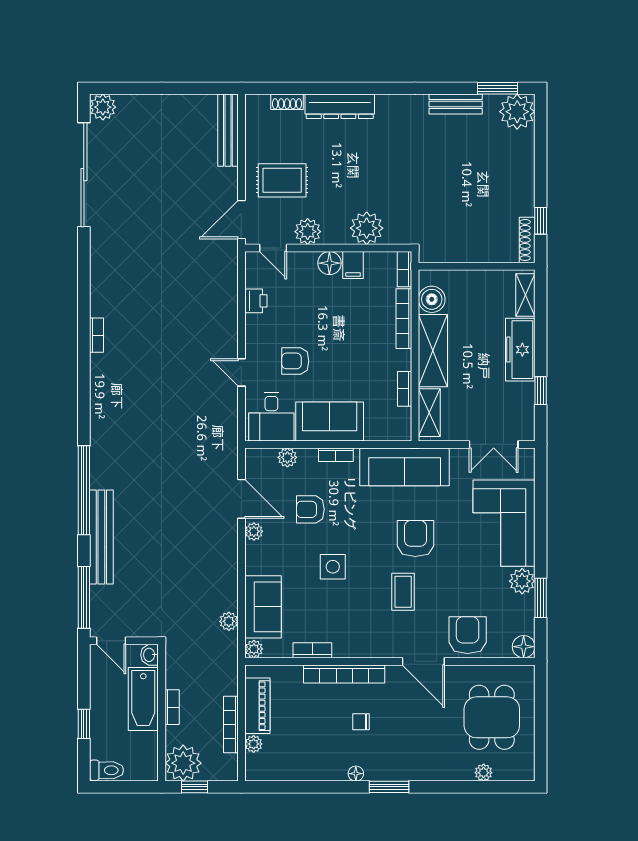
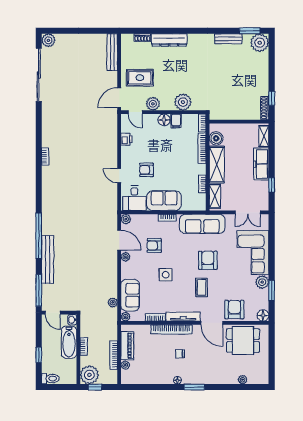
plant: (287, 457) -> (126, 219), moved
tv unit: (367, 649) -> (183, 317), added
dining table: (492, 717) -> (243, 340), moved, turned 90

